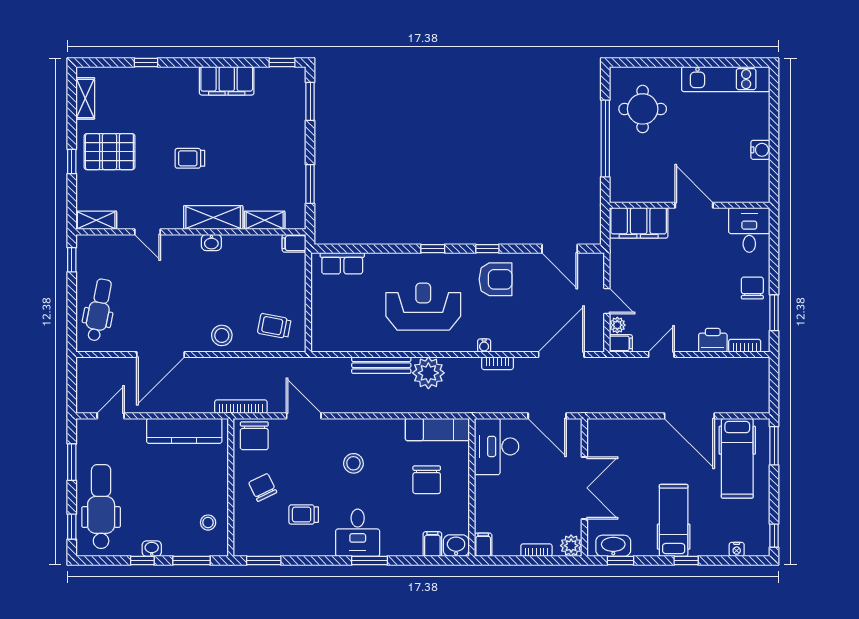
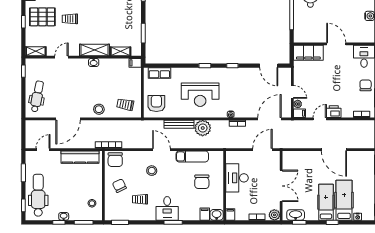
trolley: (190, 158) -> (70, 19), moved
door: (148, 232) -> (62, 57), swing flipped
armchair: (496, 279) -> (156, 104), moved, turned -90
reception desk: (423, 307) -> (200, 95), turned 180
printer: (713, 340) -> (334, 112), moved
door: (304, 416) -> (161, 150), moved
door: (547, 416) -> (262, 150), swing flipped
exam couch: (437, 429) -> (192, 156), moved
desk: (497, 446) -> (237, 178), moved
hospital bed: (737, 458) -> (344, 200), moved, turned 180
stool: (353, 463) -> (152, 171), moved

